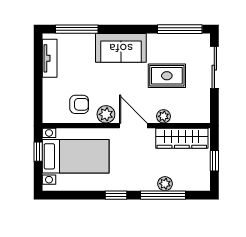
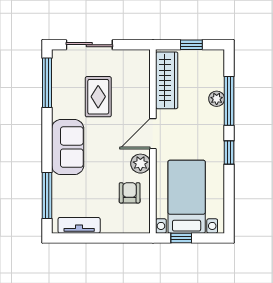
plant: (164, 116) -> (143, 100), removed

